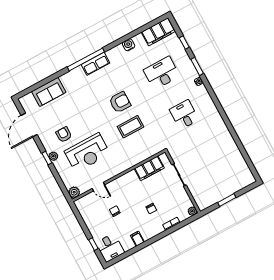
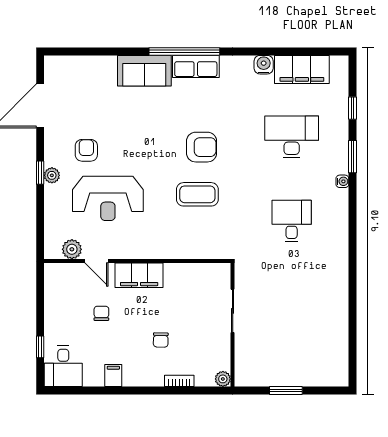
filing cabinet: (158, 32) -> (302, 69), moved
sofa: (49, 92) -> (144, 71), moved
filing cabinet: (149, 168) -> (139, 275), moved
plant: (74, 192) -> (72, 249), moved

